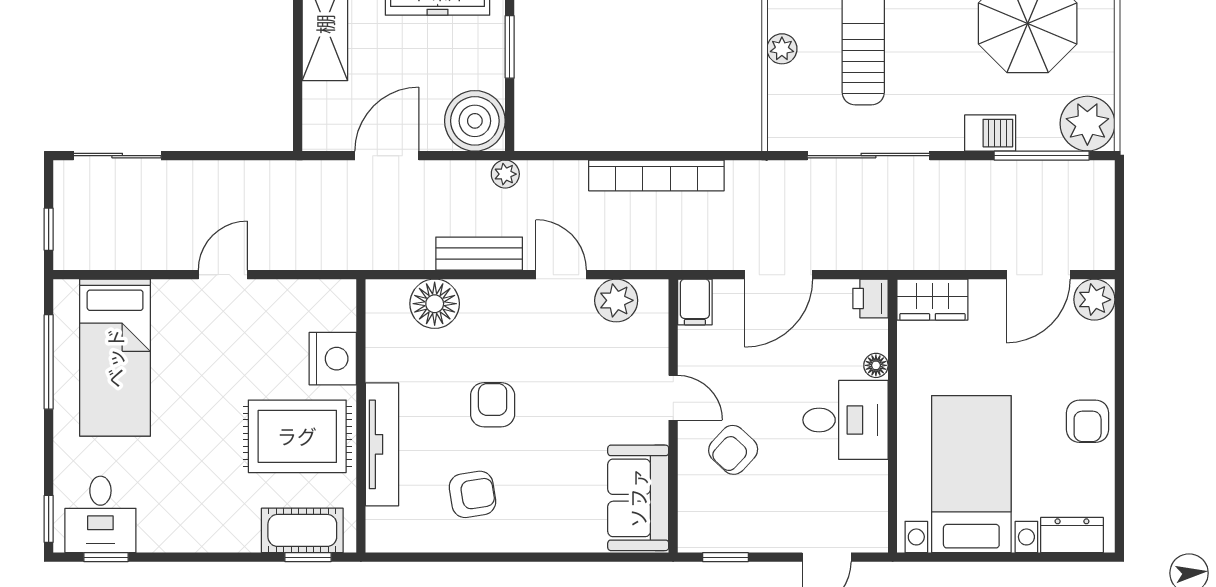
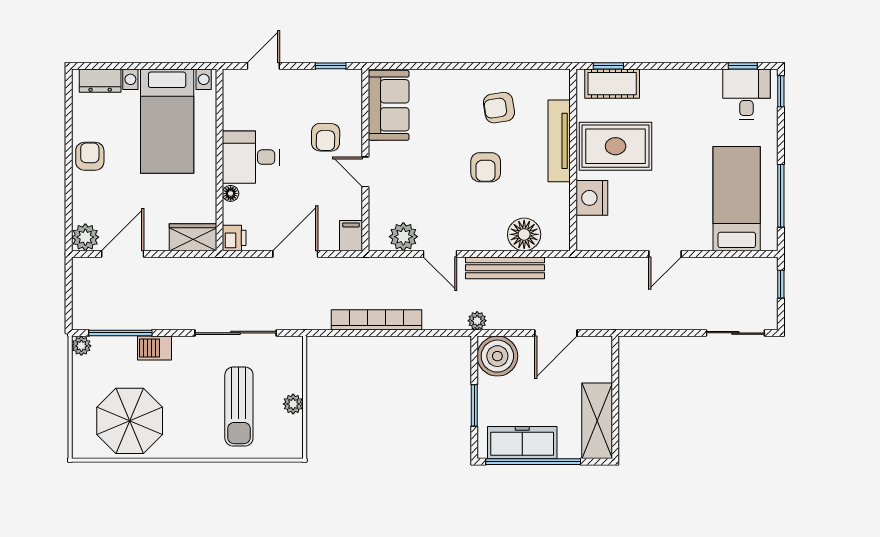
plant: (1087, 124) -> (81, 346), width x0.53, depth x0.53
bench: (479, 254) -> (505, 268), width x1.36
armchair: (733, 450) -> (326, 137), turned 138

